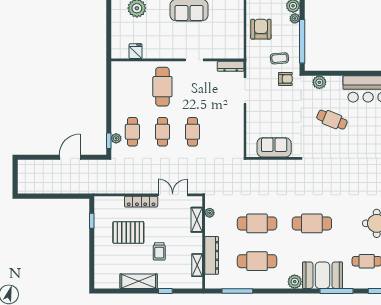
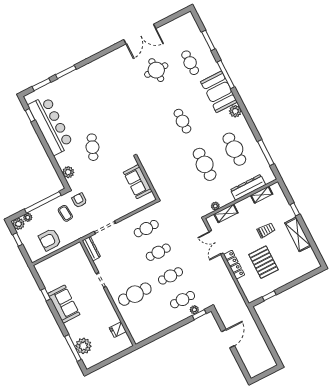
cafe table: (223, 132) -> (146, 229), added
door: (70, 157) -> (228, 339), swing flipped
cafe table: (312, 223) -> (182, 121), width x0.73, depth x0.74

